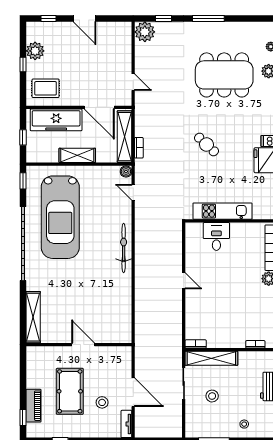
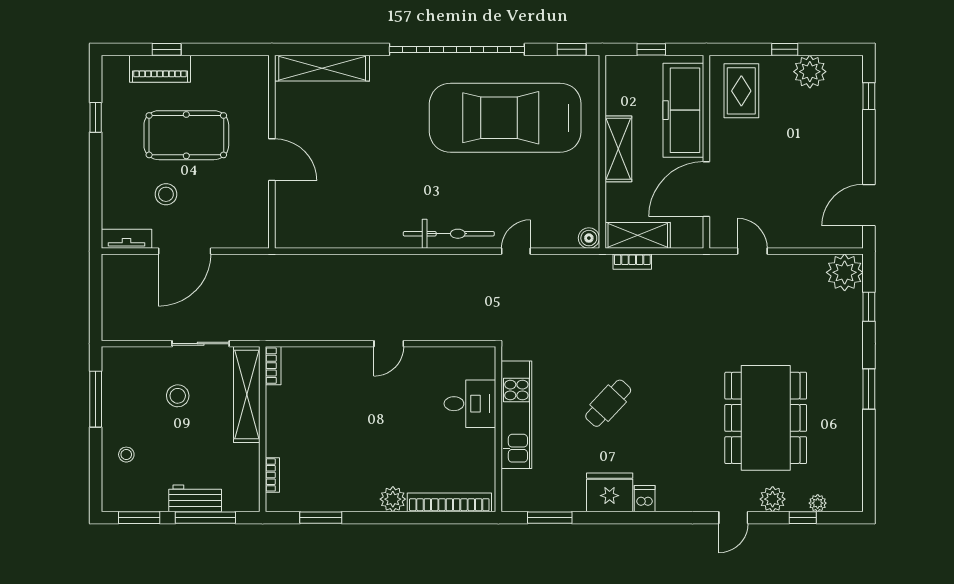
door: (85, 19) -> (869, 205), moved
window: (208, 19) -> (869, 389), width x0.69
door: (133, 82) -> (752, 251), swing flipped
shelving: (125, 137) -> (638, 235), width x0.68
cafe table: (206, 144) -> (608, 403), moved
door: (133, 192) -> (516, 251), moved
door: (83, 345) -> (272, 160), hinge flipped
window: (23, 417) -> (167, 49), moved

